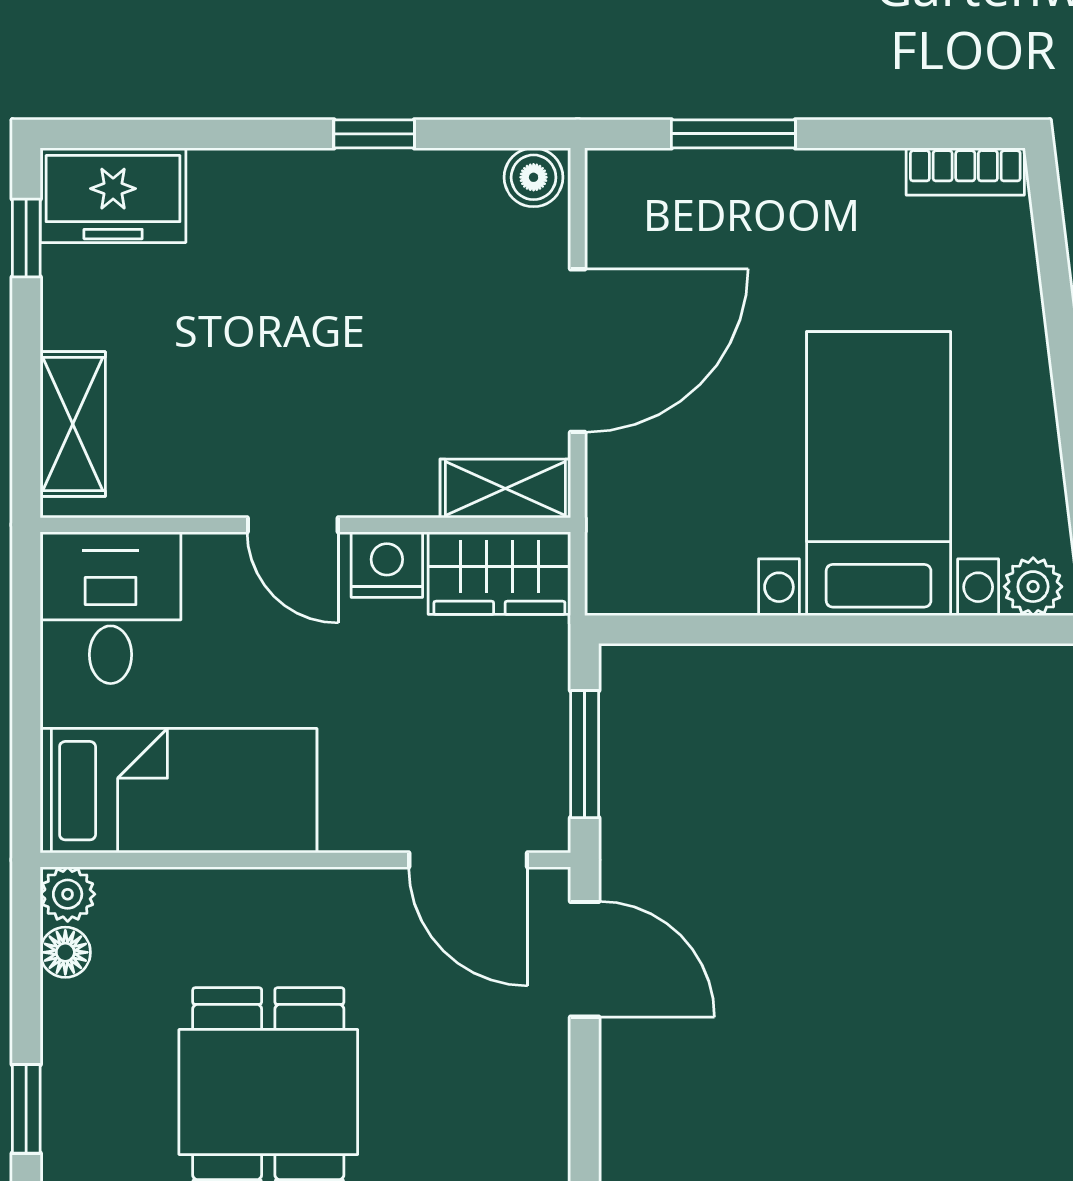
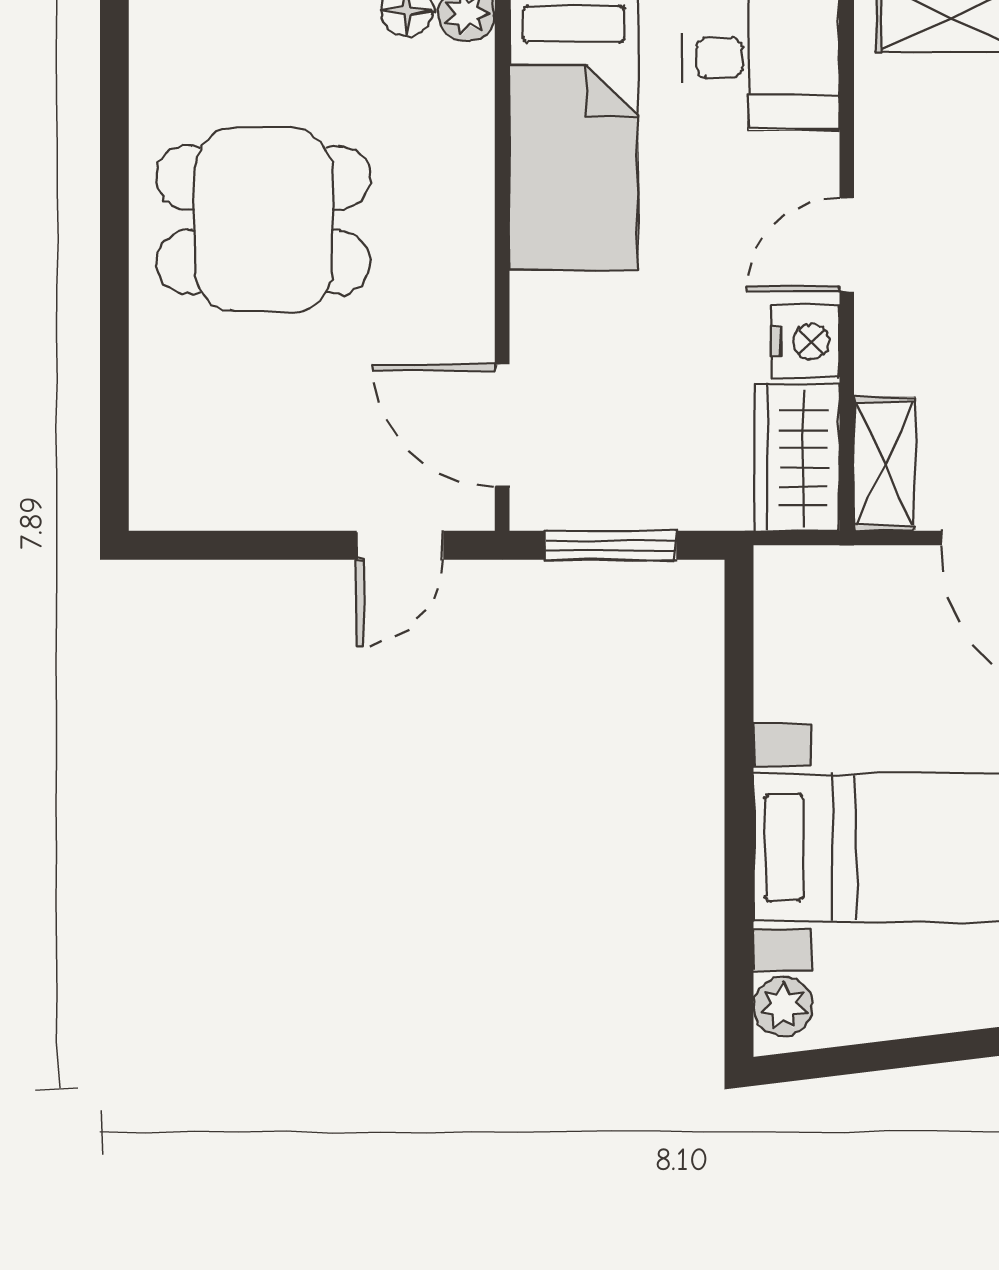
door: (468, 860) -> (502, 425), hinge flipped
door: (585, 959) -> (400, 545), width x0.73

